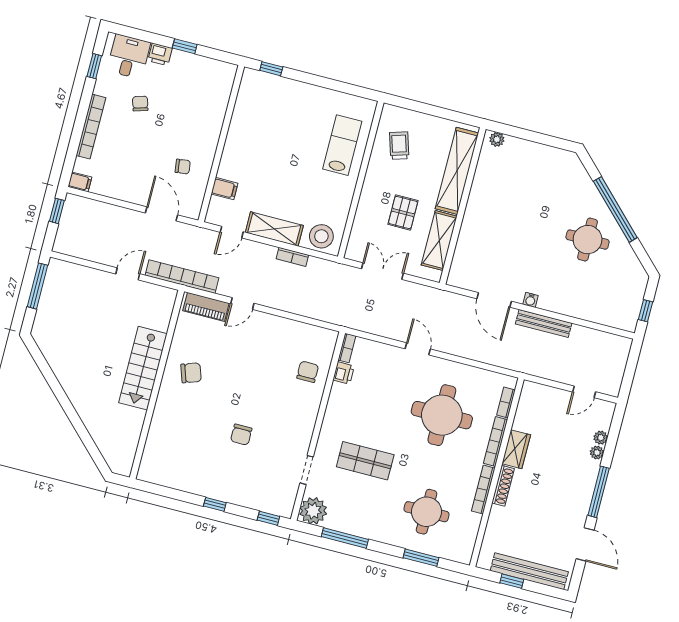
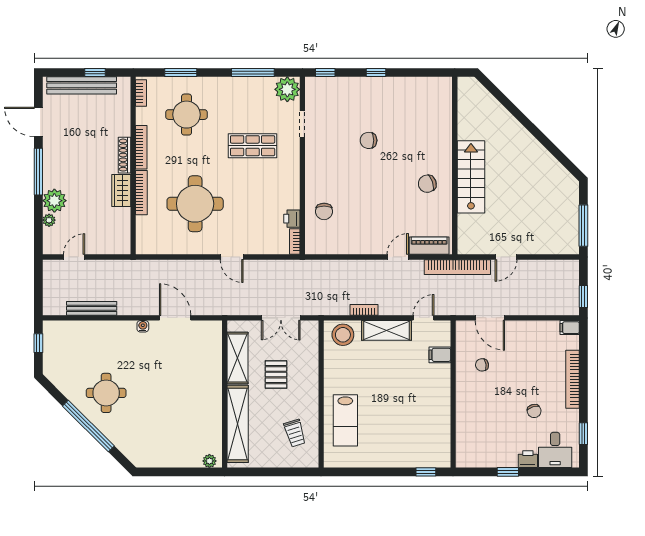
bench: (544, 323) -> (92, 308), moved
bookcase: (506, 402) -> (141, 93), moved
chair: (241, 435) -> (369, 140), turned -90
plant: (597, 453) -> (54, 201), width x1.88, depth x1.88

